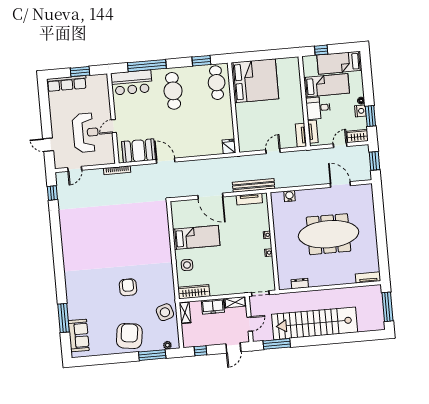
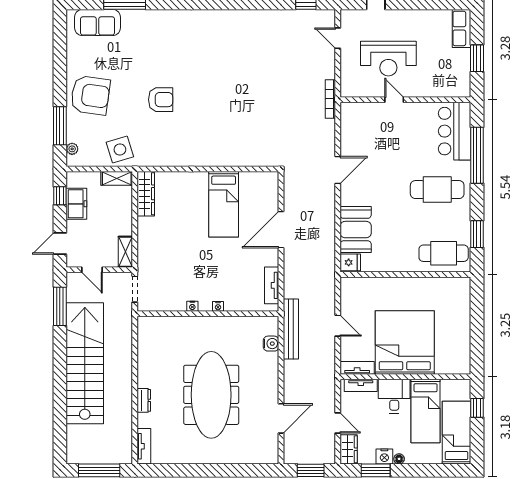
bed: (255, 81) -> (405, 342), moved, turned 180
row of seats: (67, 83) -> (461, 28), width x0.68
booth: (139, 151) -> (356, 230), moved
bench: (254, 185) -> (291, 329), moved
side table: (187, 265) -> (185, 187), removed
dresser: (300, 284) -> (144, 400), moved
freezer: (213, 306) -> (76, 204), moved, turned 180
door: (233, 348) -> (60, 244), hinge flipped

